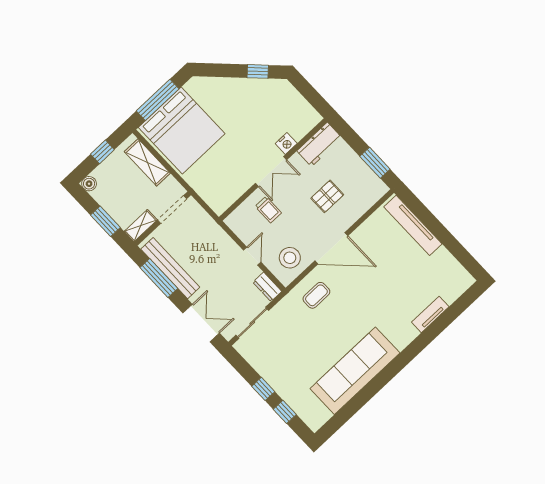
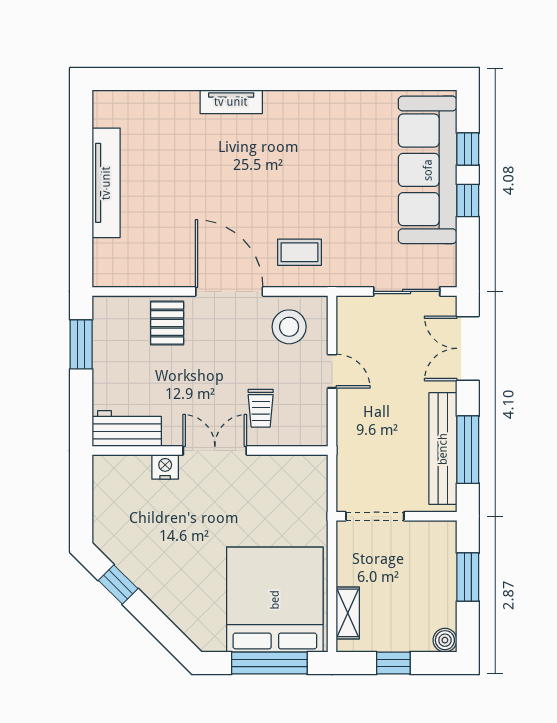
shelving: (147, 162) -> (348, 613), width x0.67, depth x0.75
pallet: (327, 196) -> (167, 323), moved, turned 90
trolley: (268, 210) -> (261, 408), turned 180
tv unit: (413, 225) -> (106, 183), moved
shelving: (141, 226) -> (431, 532), removed
door: (252, 256) -> (332, 371), swing flipped
dresser: (267, 287) -> (348, 317), removed
tv unit: (430, 314) -> (231, 102), moved
sofa: (355, 371) -> (428, 170), moved, turned 90

